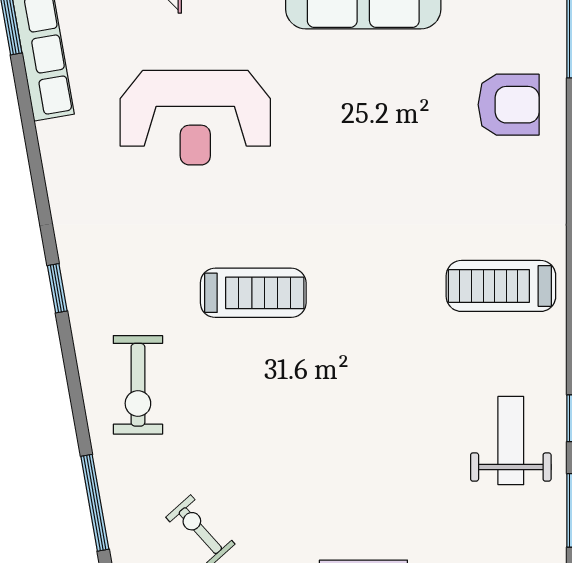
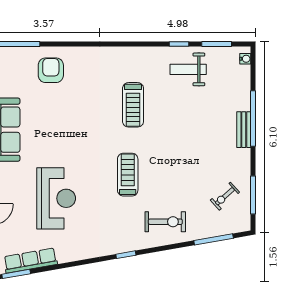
treadmill: (501, 286) -> (133, 105), moved

